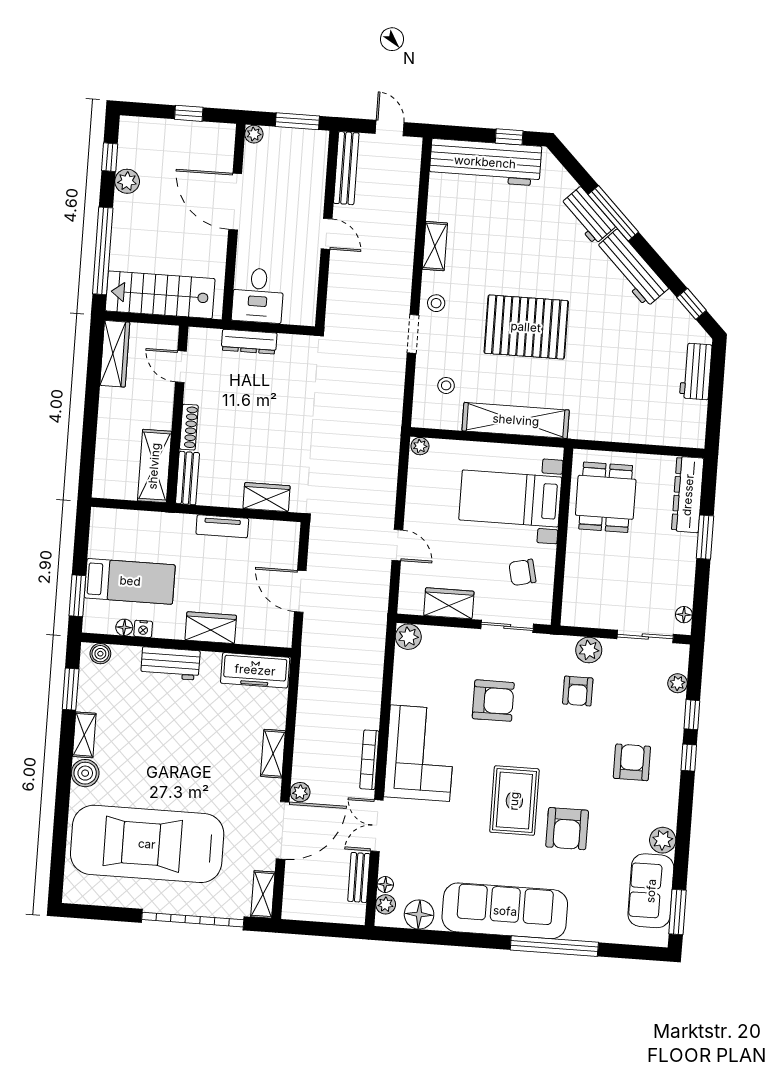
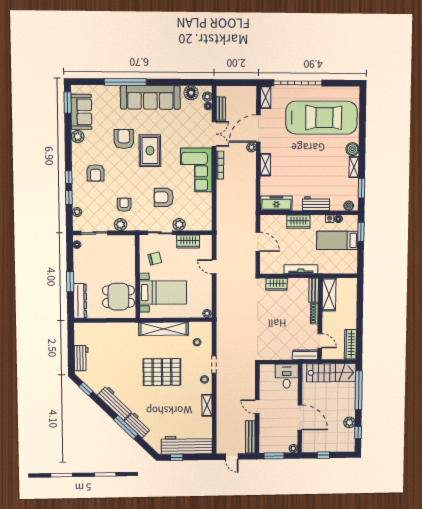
dresser: (249, 342) -> (305, 355), moved
dining table: (606, 497) -> (118, 297), turned 90
tv unit: (222, 526) -> (301, 269), width x1.41
plant: (408, 637) -> (179, 224), moved

